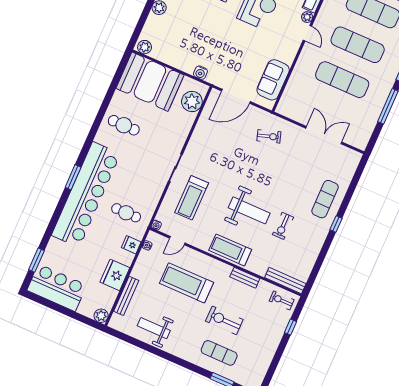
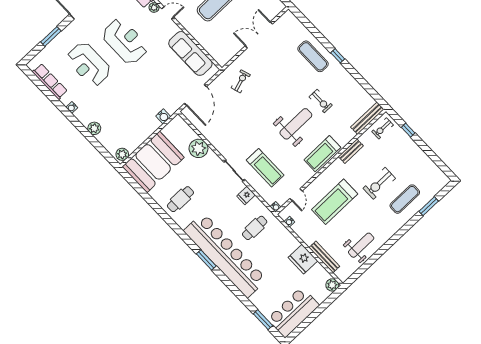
sofa: (273, 80) -> (190, 53), width x1.36
plant: (192, 102) -> (198, 148), moved
fridge: (131, 245) -> (246, 195), moved
weight bench: (154, 328) -> (361, 245), turned 180

